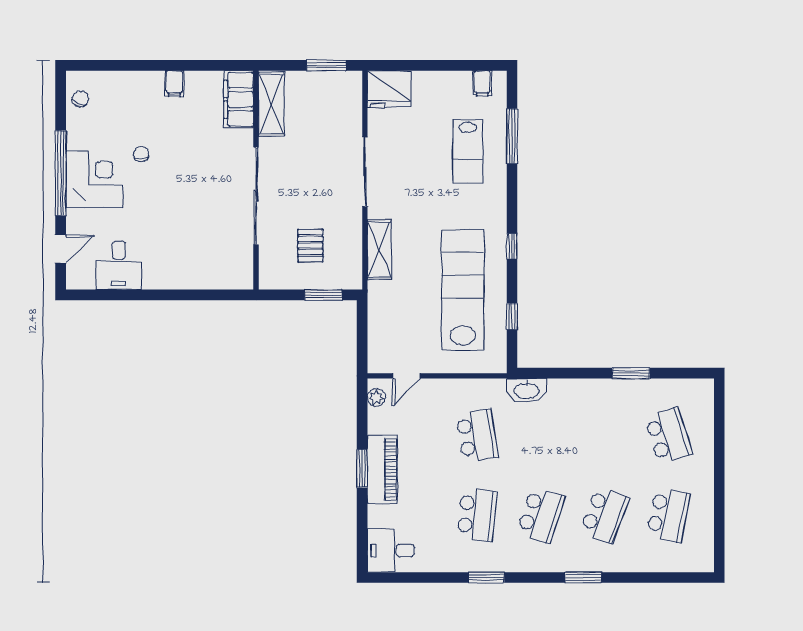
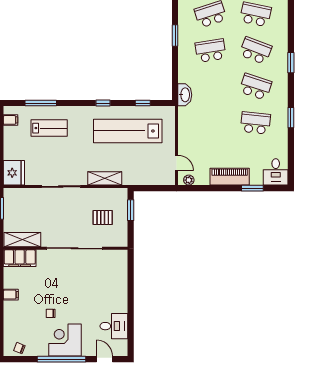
school desk: (477, 436) -> (211, 51), moved
window: (362, 468) -> (252, 188), moved

